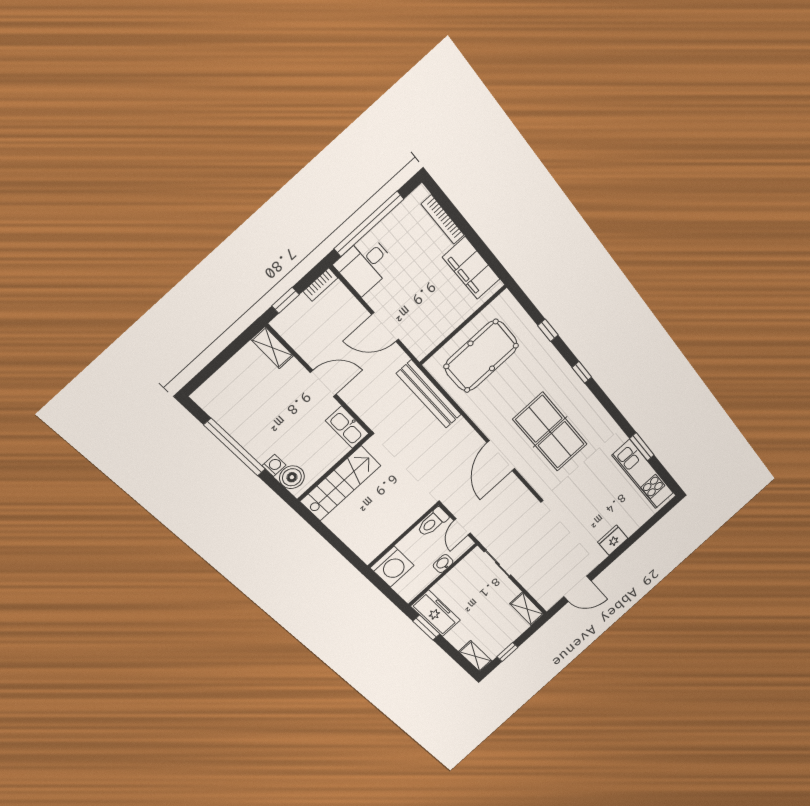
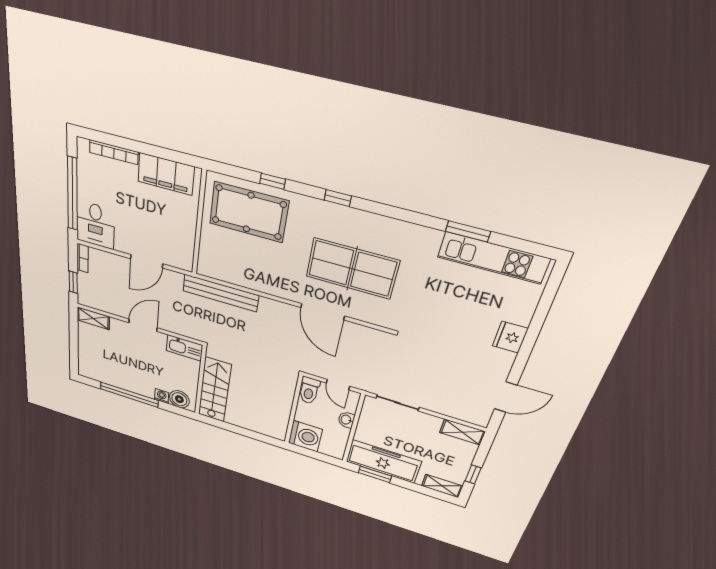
pool table: (481, 356) -> (249, 212), moved, turned 90
freezer: (436, 613) -> (383, 462), width x1.36, depth x1.26

